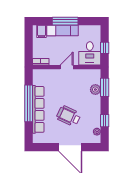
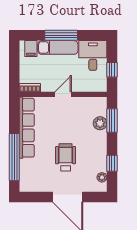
desk: (90, 53) -> (93, 55), moved, turned 180
window: (29, 103) -> (14, 157), moved
row of seats: (38, 109) -> (27, 128), moved
wheelchair: (69, 116) -> (66, 157), turned 65

